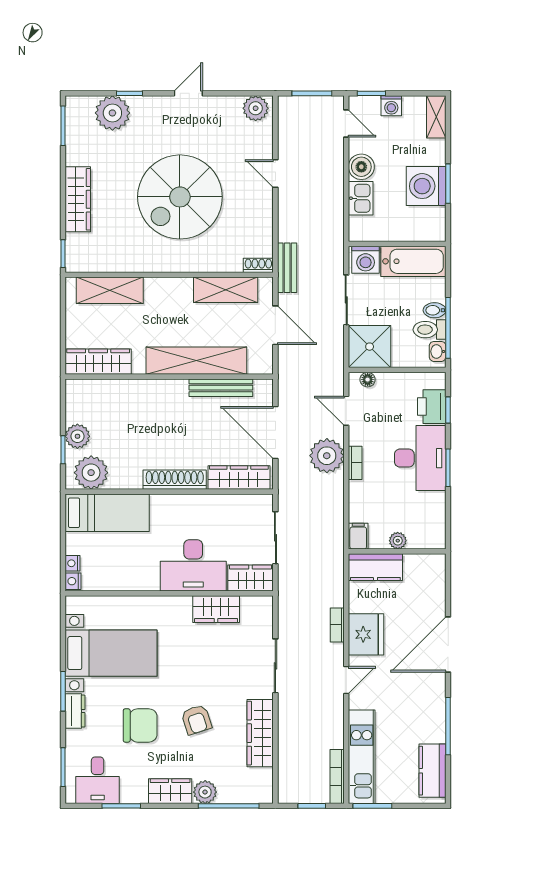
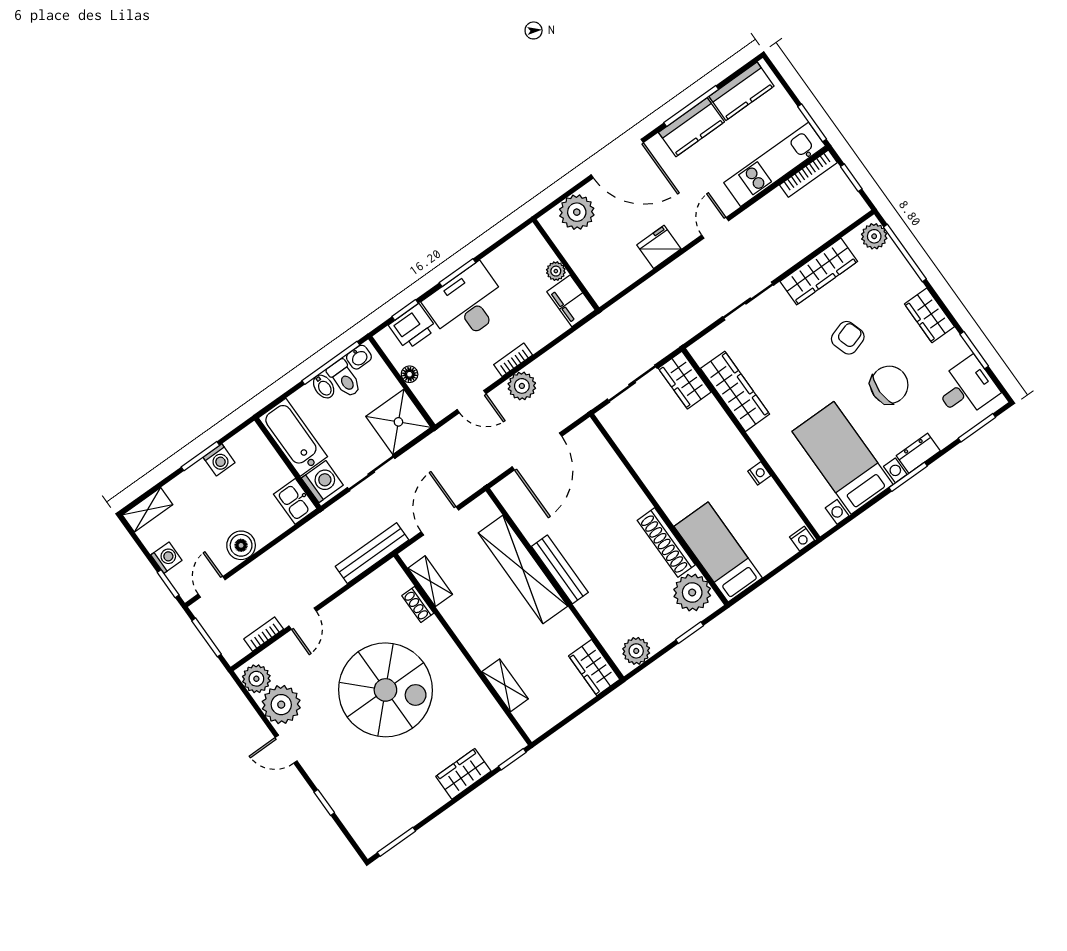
plant: (112, 113) -> (281, 705), moved
washing machine: (426, 186) -> (219, 460), width x0.53, depth x0.53
kitchen sink: (361, 198) -> (295, 501), moved, turned -90
wardrobe: (78, 199) -> (463, 774), width x0.67
shoe rack: (258, 265) -> (418, 604), moved
bench: (287, 268) -> (372, 553), width x1.36
shelving: (110, 290) -> (505, 685), width x0.67, depth x0.75
shelving: (226, 290) -> (430, 581), width x0.67, depth x0.75
wardrobe: (98, 362) -> (594, 668), width x0.67
floor lamp: (368, 380) -> (410, 374), moved
bench: (221, 388) -> (560, 569), moved
door: (346, 411) -> (472, 402), hinge flipped
plant: (77, 436) -> (636, 651), moved
plant: (327, 456) -> (522, 386), width x0.73, depth x0.73
wardrobe: (239, 477) -> (601, 456), removed
shoe rack: (175, 480) -> (666, 543), moved
filing cabinet: (358, 536) -> (571, 301), width x2.00
nightstand: (73, 563) -> (759, 473), moved, turned -90
desk: (193, 565) -> (710, 440), removed
kitchen counter: (375, 567) -> (691, 127), moved, turned 90
plant: (430, 587) -> (577, 212), added
wardrobe: (216, 609) -> (735, 391), width x1.50
bookcase: (337, 625) -> (264, 634), moved, turned 180
fridge: (366, 634) -> (659, 247), width x0.73, depth x0.75
door: (346, 680) -> (715, 228), hinge flipped
chair: (140, 725) -> (889, 385), turned 90
plant: (205, 792) -> (874, 236), moved

